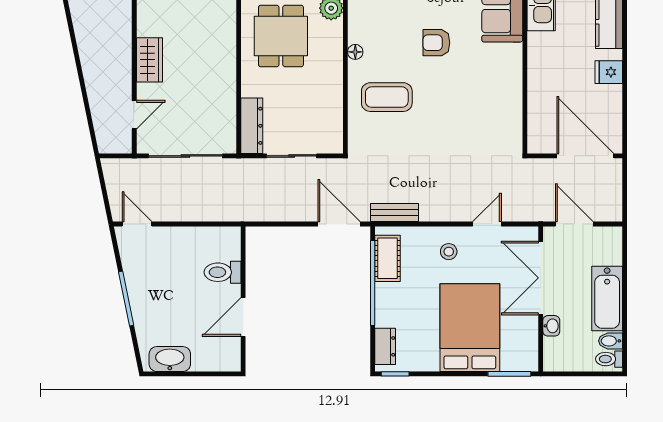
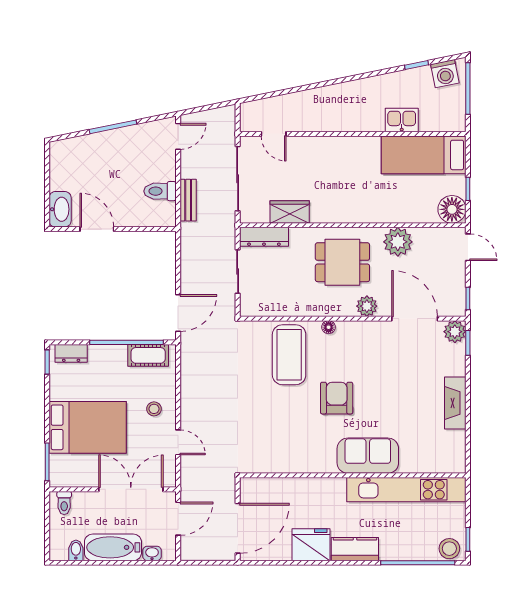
armchair: (436, 43) -> (337, 398), width x1.38, depth x1.38
wardrobe: (149, 60) -> (290, 212), moved, turned 180
fridge: (609, 72) -> (311, 545), width x1.88, depth x1.34
coffee table: (387, 97) -> (289, 355), width x1.36, depth x1.32
bench: (394, 213) -> (188, 200), moved
toilet: (223, 272) -> (160, 191), moved, turned -90
washbasin: (551, 326) -> (152, 553), moved, turned 180
washbasin: (170, 359) -> (60, 209), moved
toilet: (609, 359) -> (64, 503), moved, turned 180

